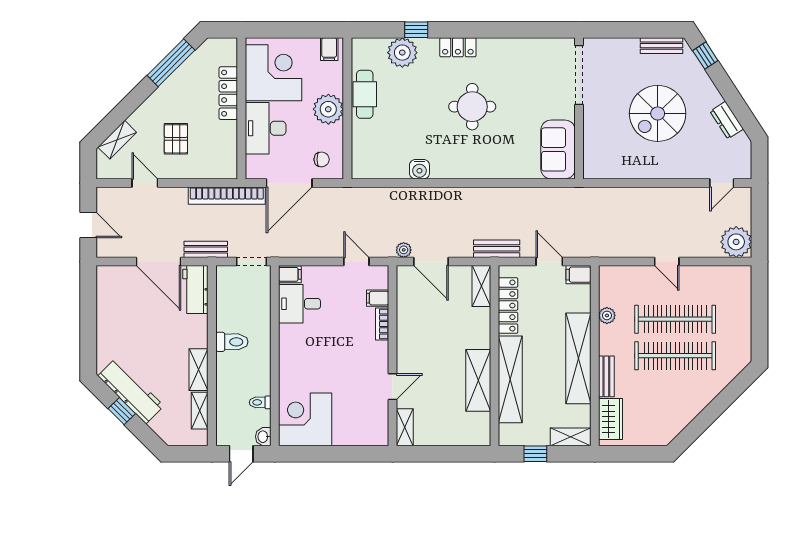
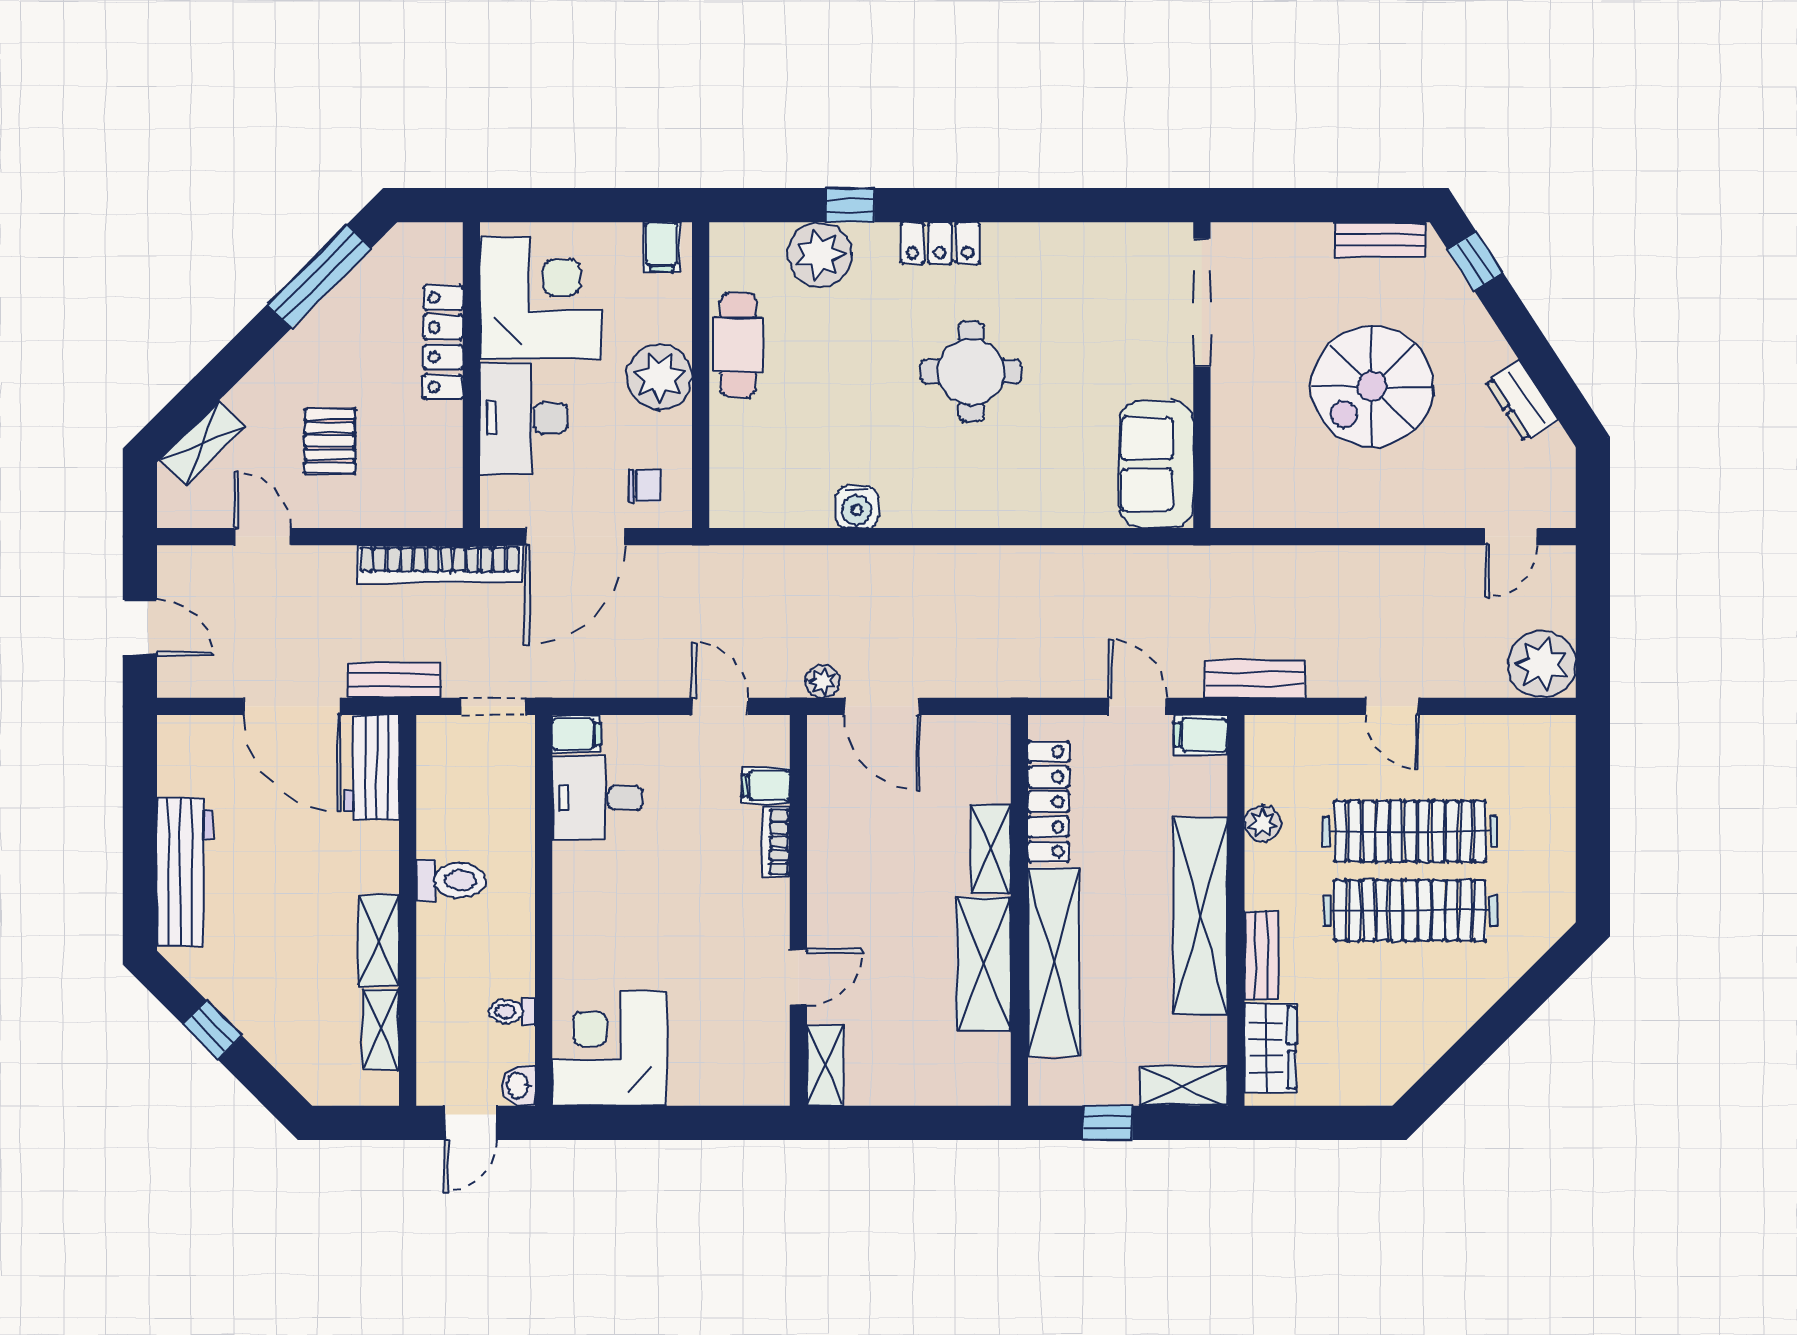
bench: (497, 249) -> (1254, 679), moved
shelving: (481, 286) -> (991, 849), moved
workbench: (131, 391) -> (185, 872), moved, turned 45

